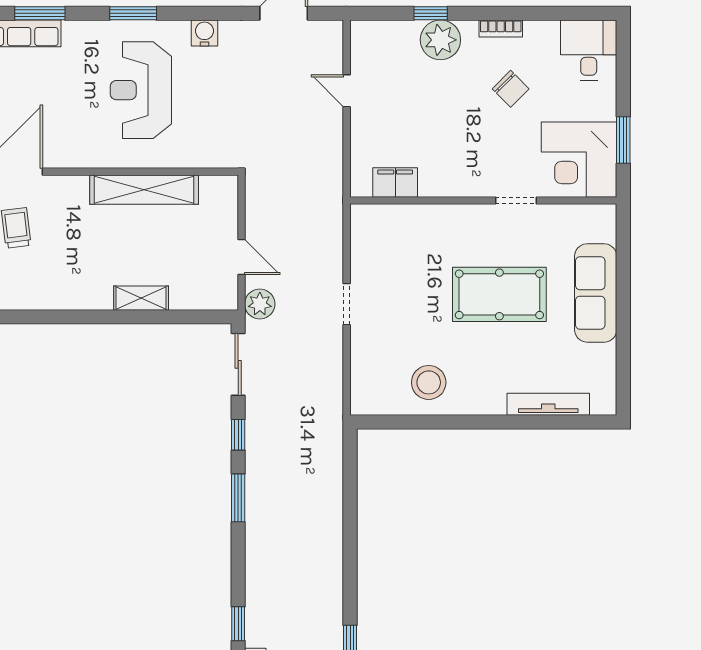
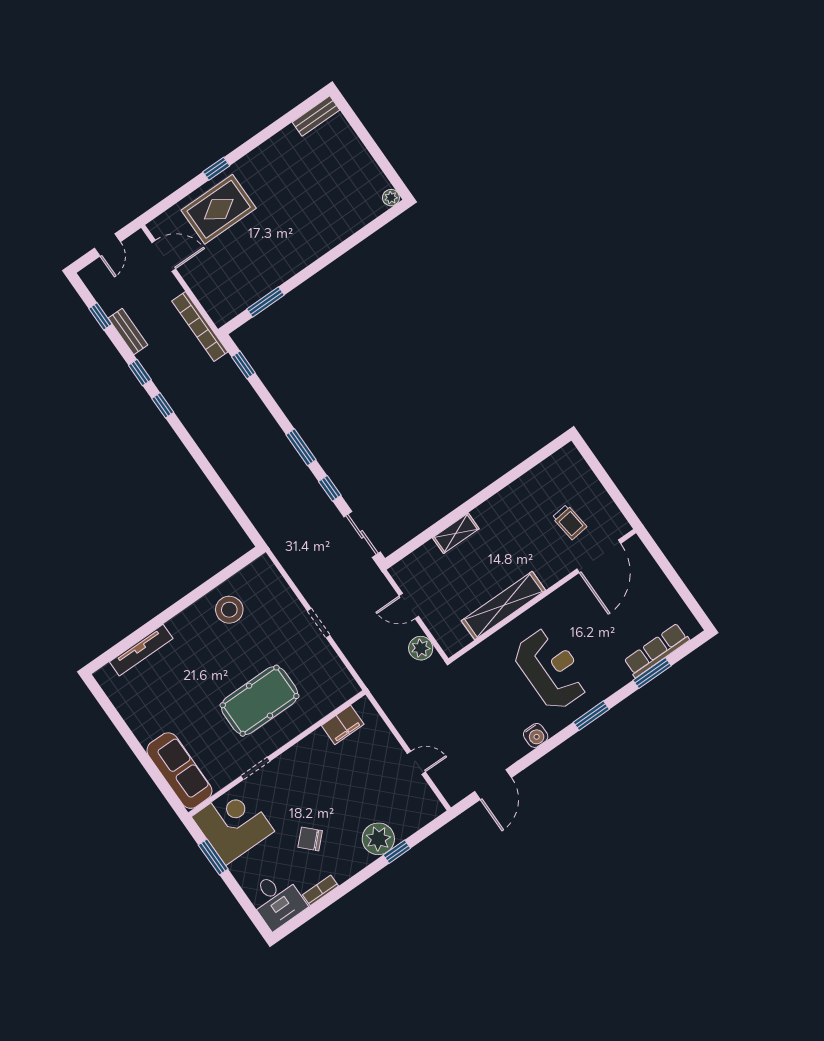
bookcase: (501, 29) -> (321, 890), moved
sofa: (596, 293) -> (179, 771), moved
pool table: (499, 294) -> (260, 701), moved
plant: (260, 304) -> (421, 648), moved

